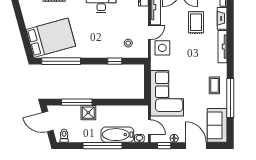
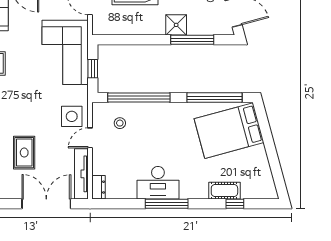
window: (115, 61) -> (139, 98), width x3.17
window: (147, 82) -> (93, 69), added

